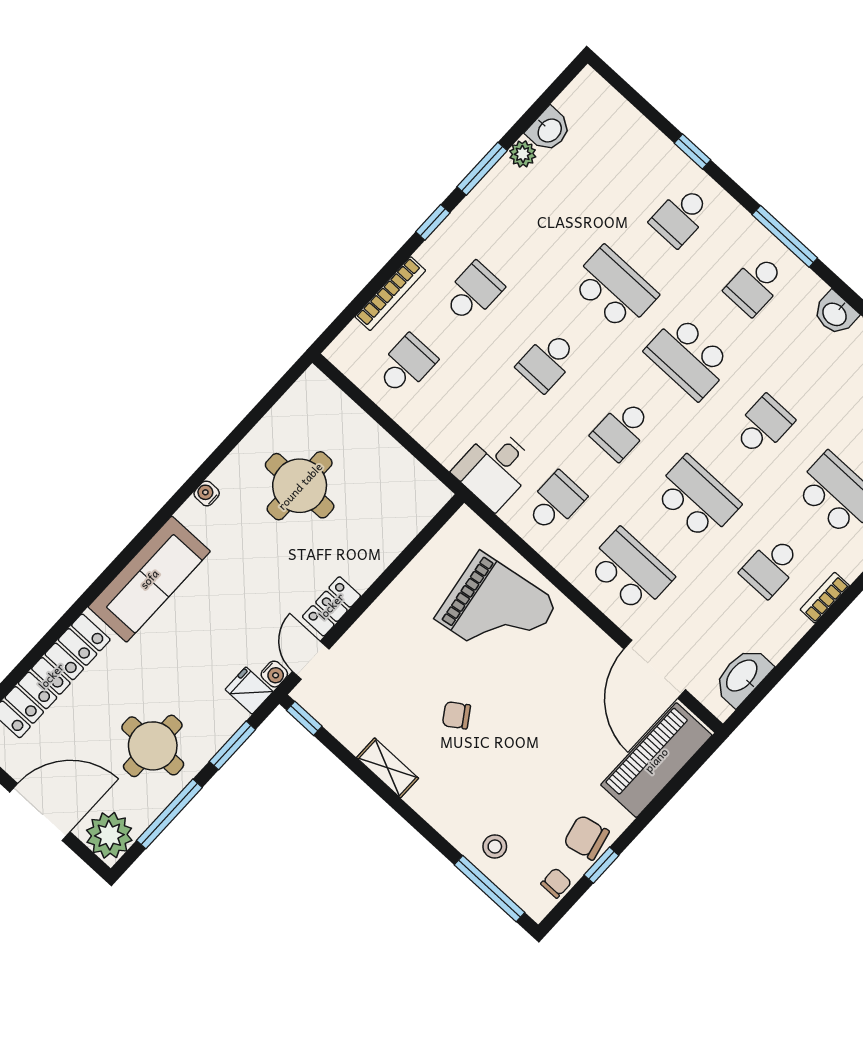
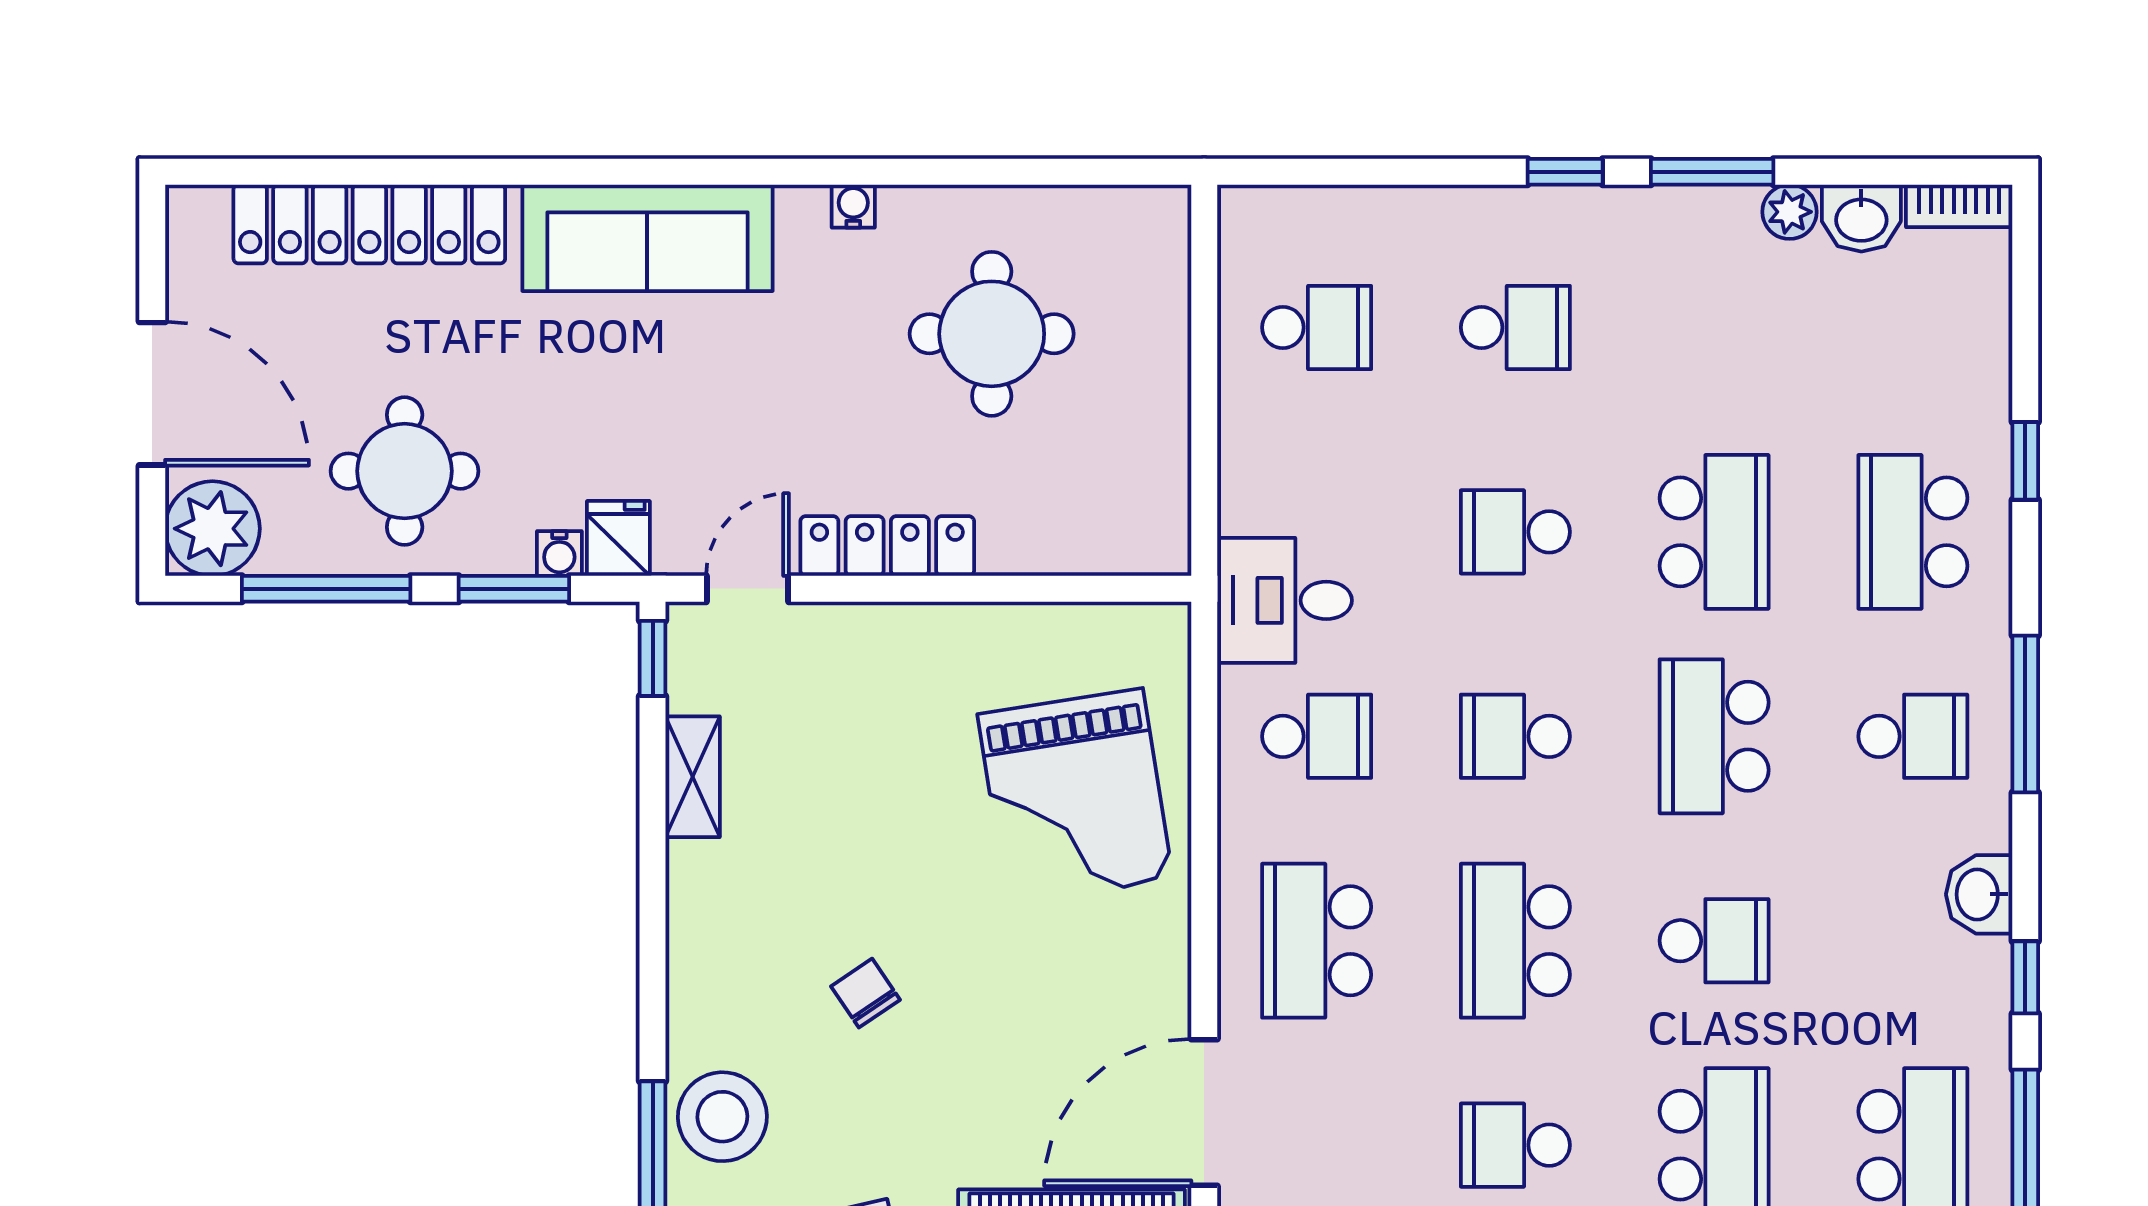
school desk: (681, 216) -> (1913, 532), width x1.85
school desk: (755, 285) -> (1913, 736), turned 180
bookcase: (390, 294) -> (1959, 206), moved, width x0.64
school desk: (697, 498) -> (1515, 941), turned 180
school desk: (630, 571) -> (1317, 941), turned 180
locker: (331, 606) -> (887, 546), width x1.53
water cooler: (274, 674) -> (559, 553), moved
chair: (456, 715) -> (865, 993), moved
shelving: (388, 768) -> (693, 777), moved
stool: (495, 846) -> (722, 1117), width x1.89, depth x1.89

